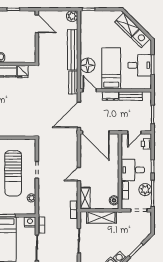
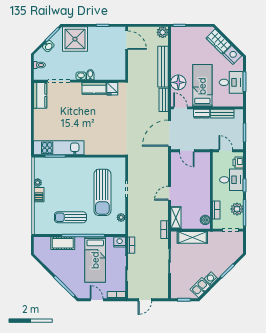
door: (96, 132) -> (187, 151), width x0.53
door: (134, 132) -> (226, 151), swing flipped
desk: (133, 170) -> (231, 180), moved, turned 180

